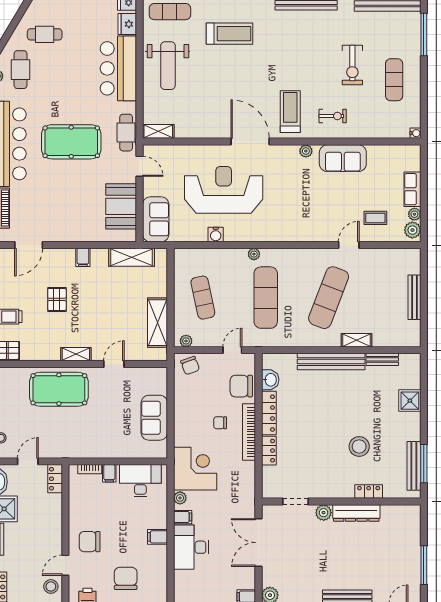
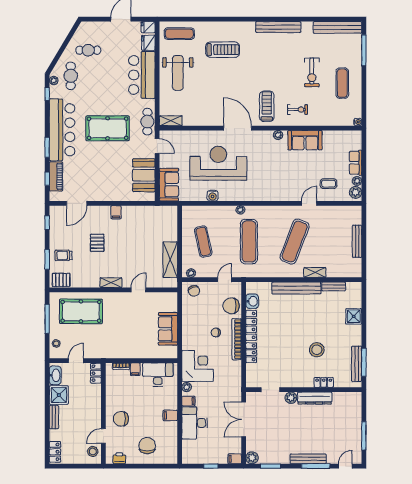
shelving: (132, 257) -> (151, 212), removed
pool table: (59, 389) -> (81, 311), moved

